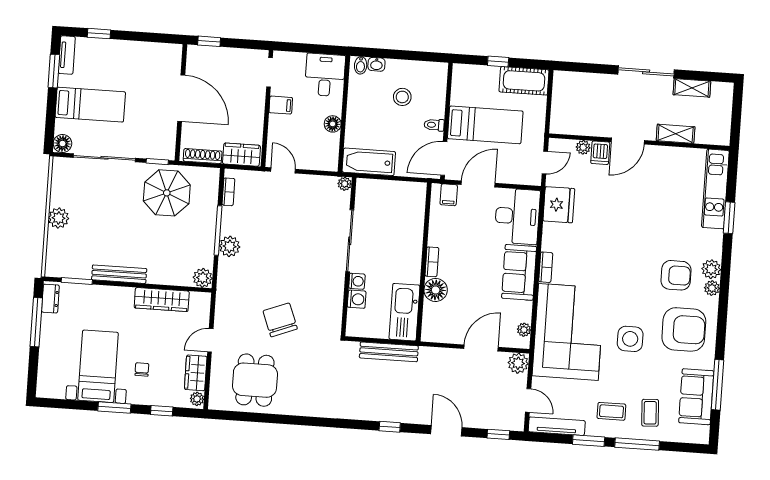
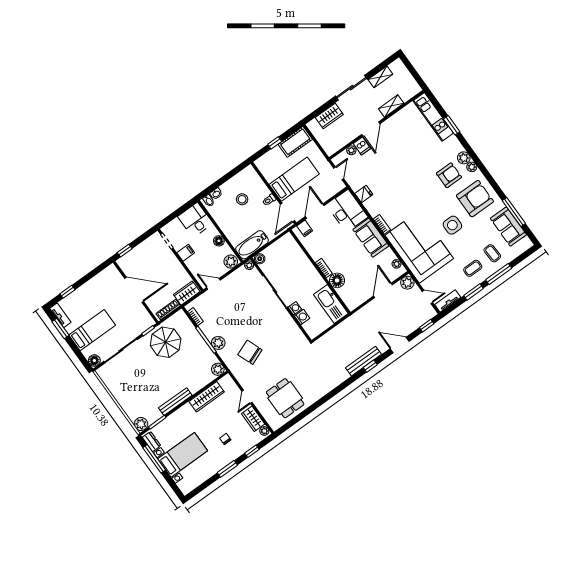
wardrobe: (591, 84) -> (329, 116), added
plant: (326, 161) -> (231, 262), added
boiler: (364, 186) -> (260, 259), added
fridge: (559, 205) -> (364, 194), width x0.53, depth x0.75
plant: (59, 218) -> (141, 424), moved
chair: (280, 320) -> (250, 352), moved
bench: (389, 352) -> (363, 361), moved
bed with nightstands: (98, 366) -> (183, 455), moved, turned 90
tv unit: (557, 426) -> (448, 301), width x0.71

